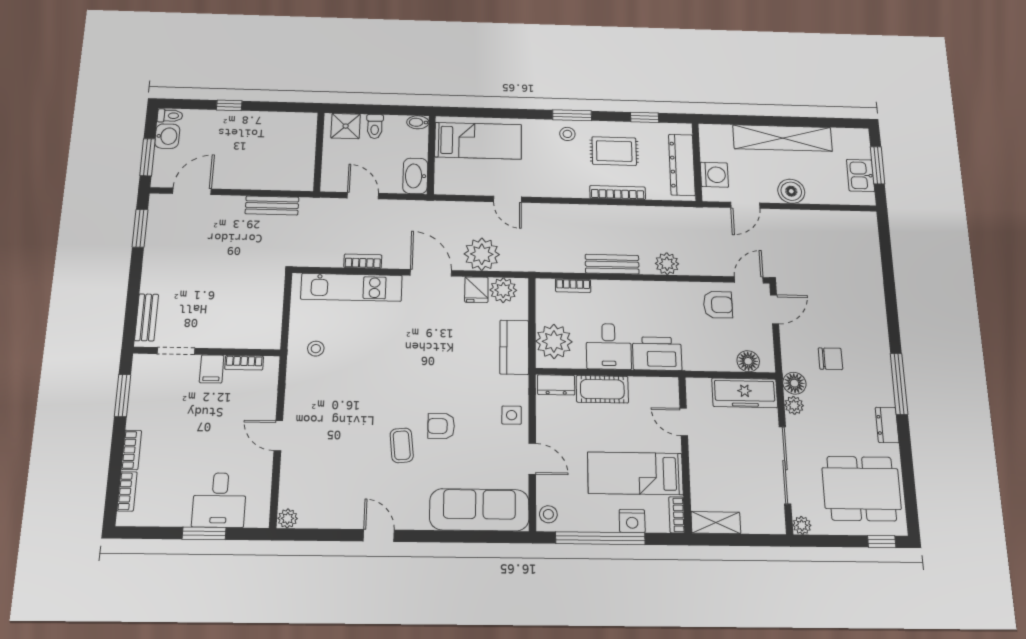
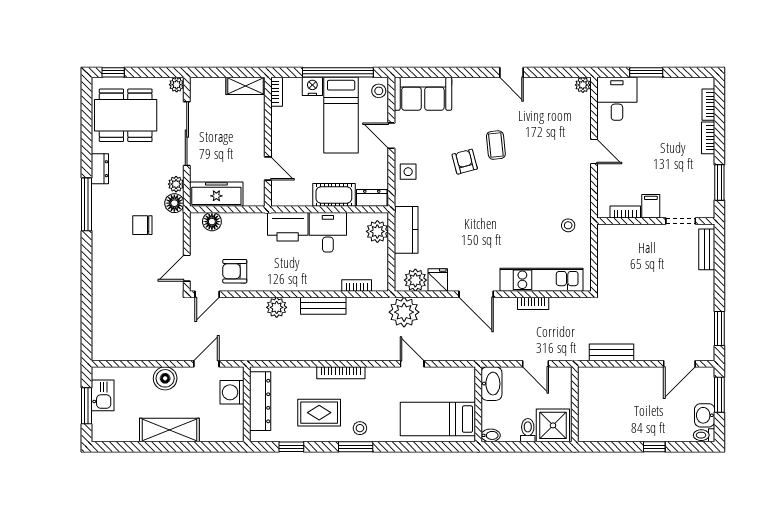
shower: (346, 126) -> (553, 425), width x1.36, depth x1.36
shelving: (783, 138) -> (169, 430), width x0.68
bookcase: (618, 193) -> (341, 373), moved
plant: (482, 254) -> (404, 312), moved
plant: (554, 341) -> (377, 231), width x0.73, depth x0.73
armchair: (441, 426) -> (465, 162), turned -105
bed: (635, 473) -> (341, 115), moved, turned 90
desk: (219, 500) -> (617, 99), moved
sofa: (479, 510) -> (423, 94), width x0.73

